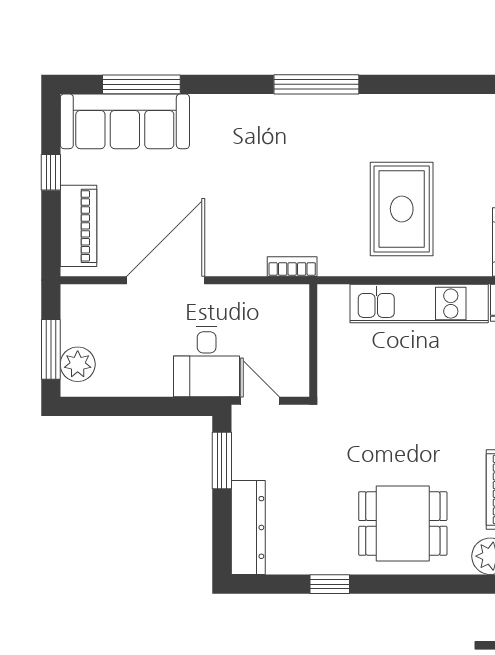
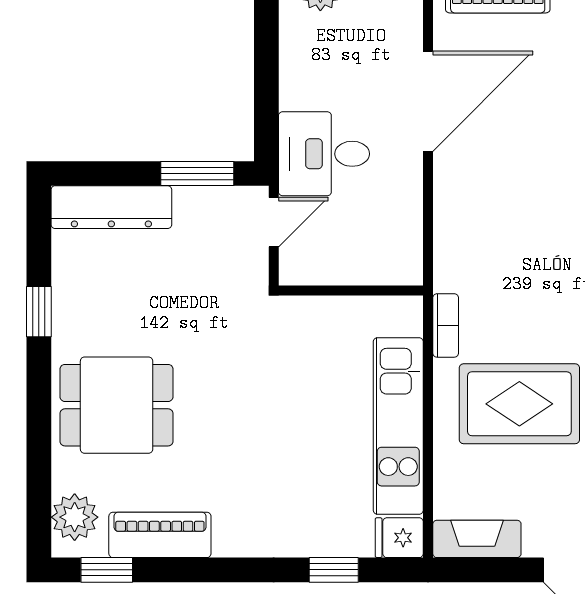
bookcase: (292, 267) -> (446, 325), moved
door: (166, 280) -> (428, 101), hinge flipped
dining table: (403, 523) -> (117, 405), turned 90

